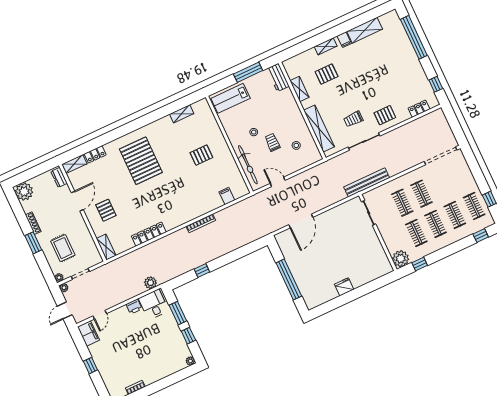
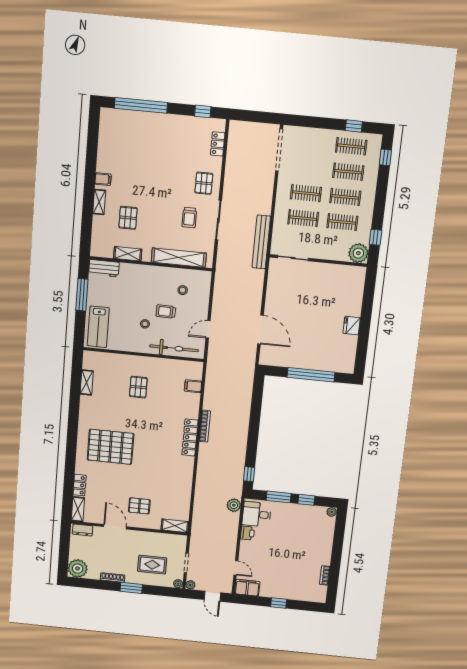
shelving: (365, 30) -> (105, 152), removed
locker: (149, 234) -> (190, 437), moved
window: (202, 271) -> (249, 474), moved

